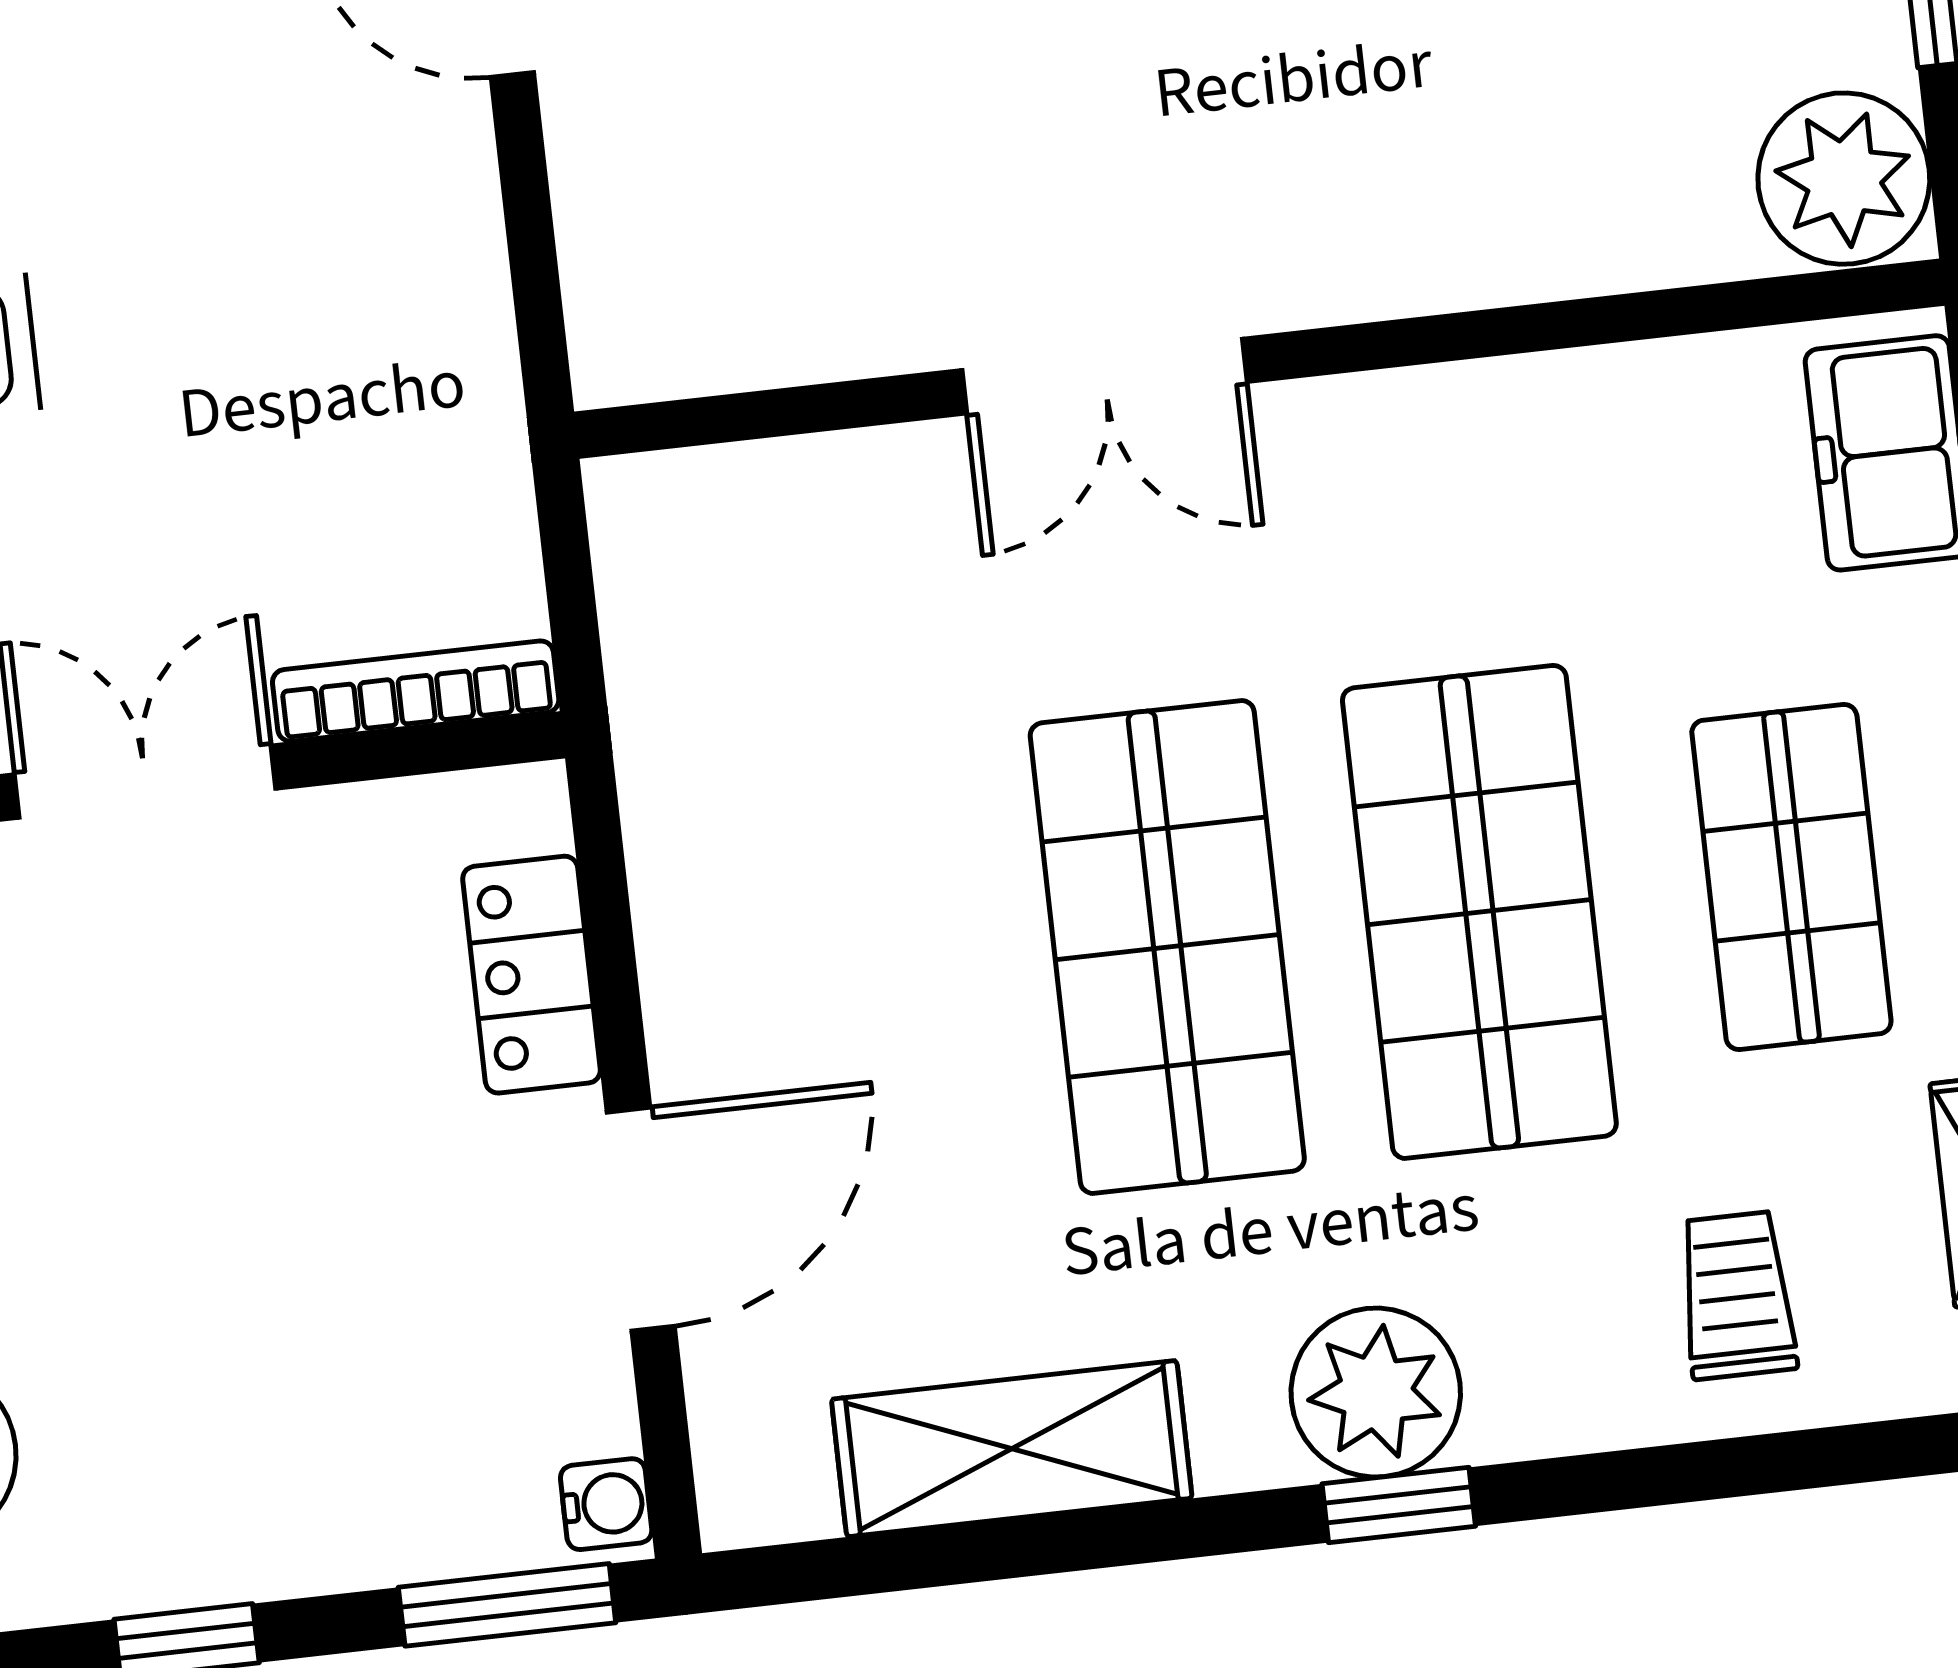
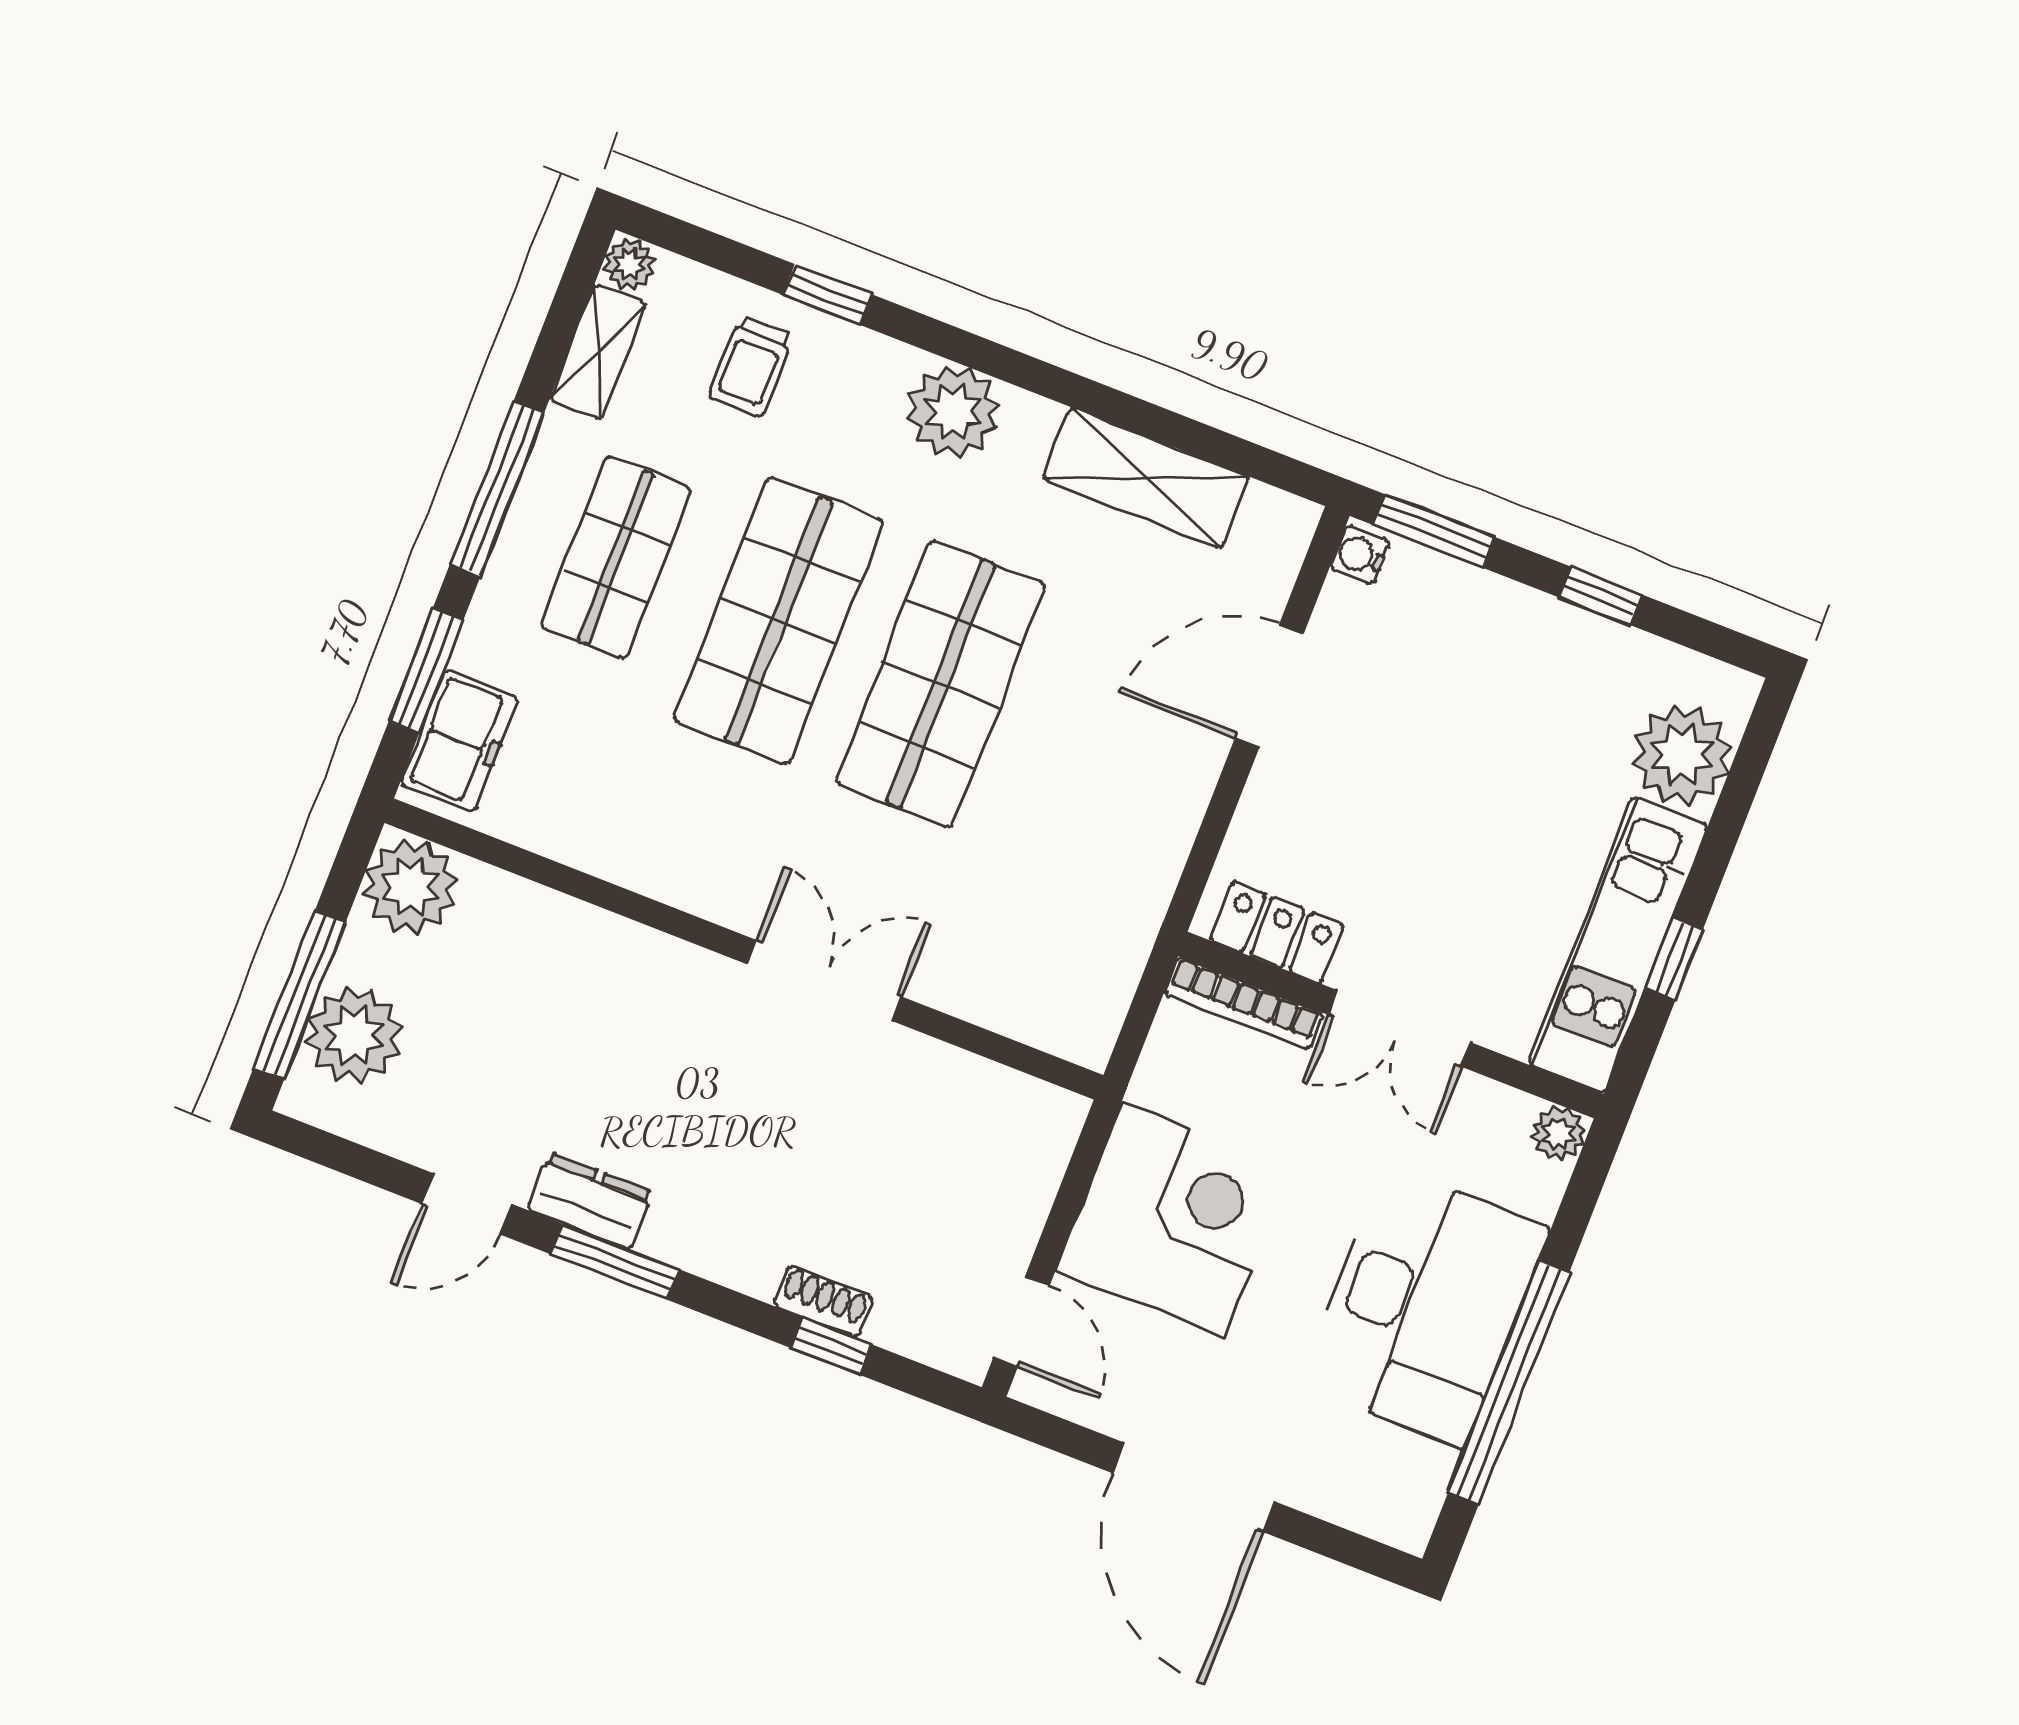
corner desk: (348, 287) -> (1173, 1219), added
locker: (531, 975) -> (1277, 932), moved, turned -90
window: (1399, 1505) -> (827, 294), moved

